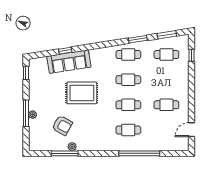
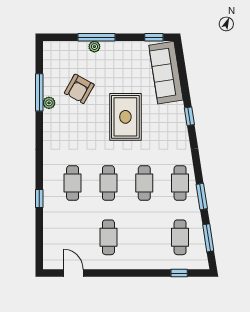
window: (65, 51) -> (189, 116), moved
sofa: (69, 62) -> (166, 73), moved
window: (139, 153) -> (39, 199), width x0.32

